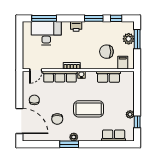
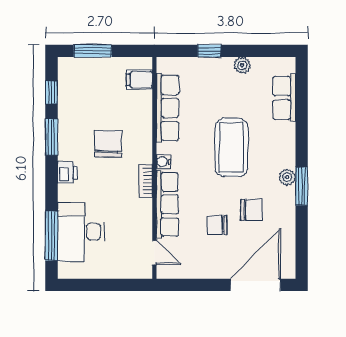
plant: (129, 39) -> (92, 68), removed
chair: (106, 52) -> (108, 144), moved, turned 180
row of seats: (108, 77) -> (168, 108), width x1.48
chair: (34, 100) -> (217, 225), moved
window: (137, 122) -> (209, 51), moved

